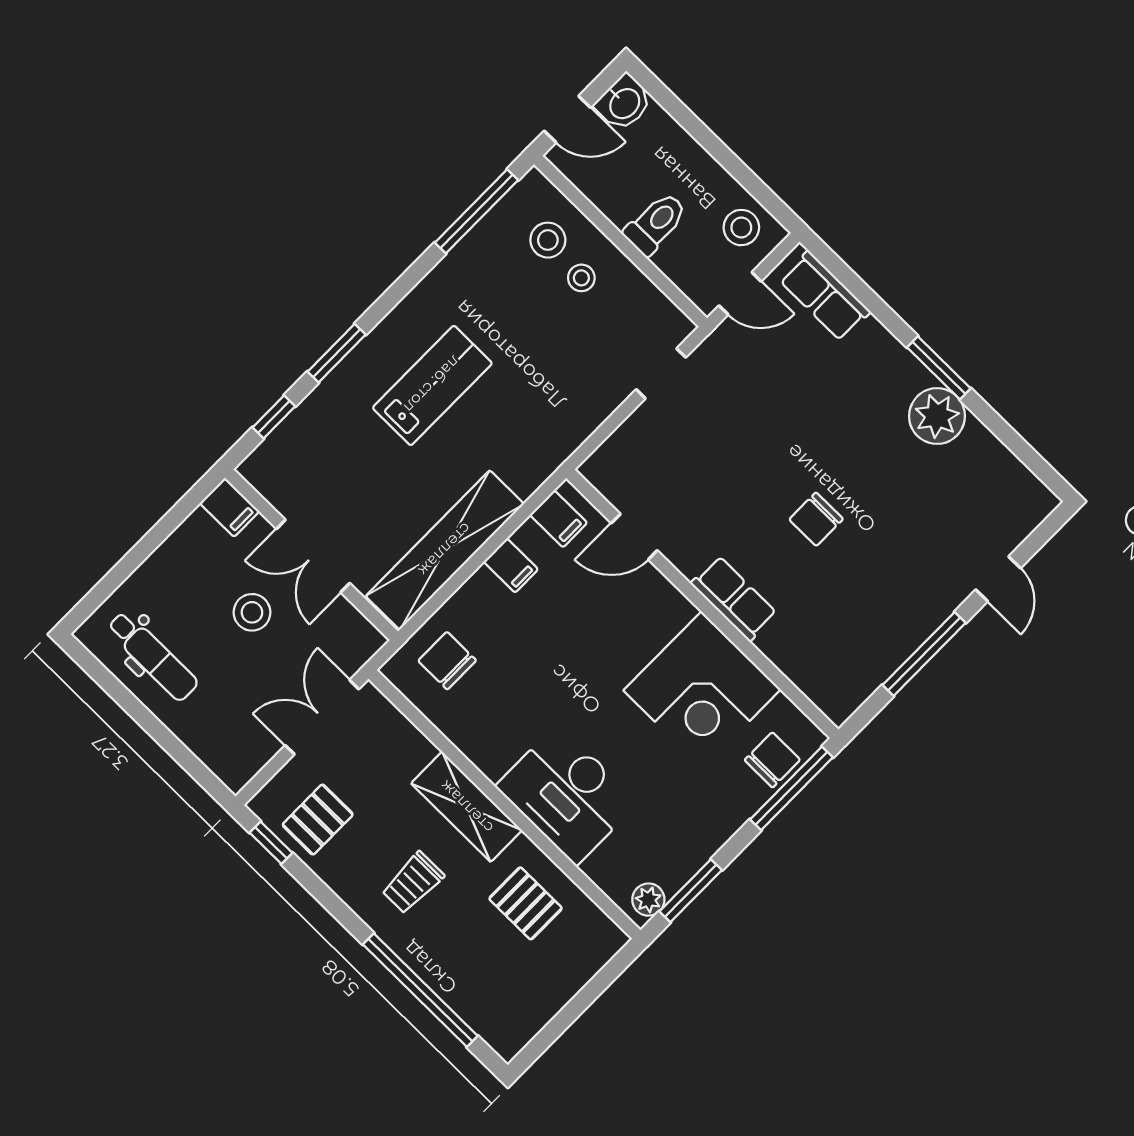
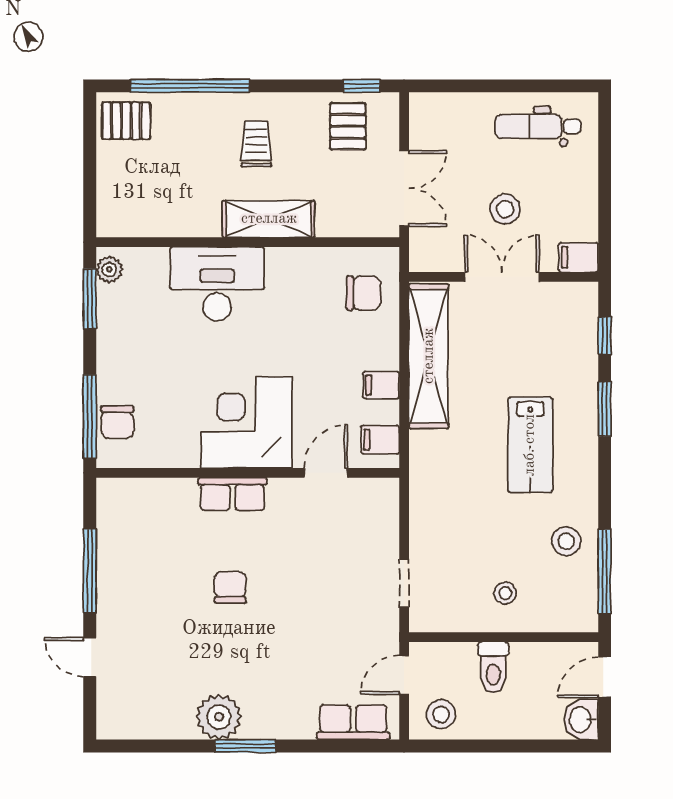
stool: (548, 240) -> (566, 541), moved
corner desk: (702, 690) -> (246, 422), moved
pallet: (526, 903) -> (126, 121), moved

